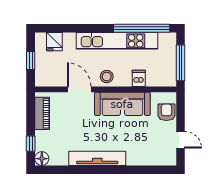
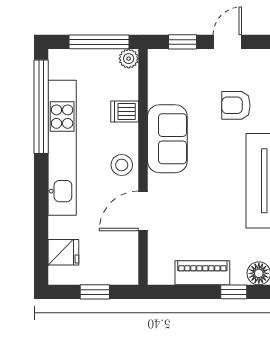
plant: (170, 81) -> (129, 59), added
sofa: (122, 104) -> (167, 139), width x0.73
armchair: (166, 112) -> (236, 105), moved
piano: (42, 113) -> (202, 273), moved
window: (180, 113) -> (183, 42), added

